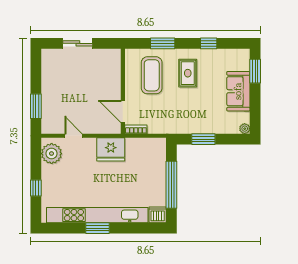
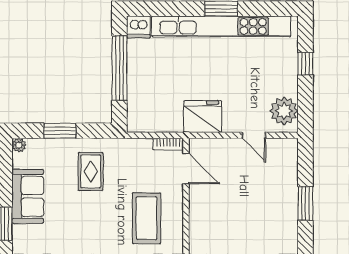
rug: (188, 73) -> (91, 171), moved
window: (36, 106) -> (305, 203), moved
window: (203, 139) -> (60, 131), moved

